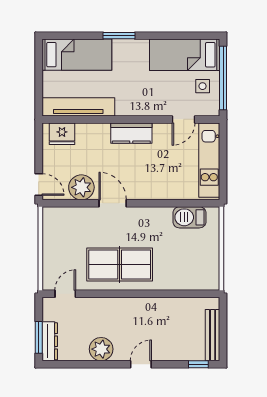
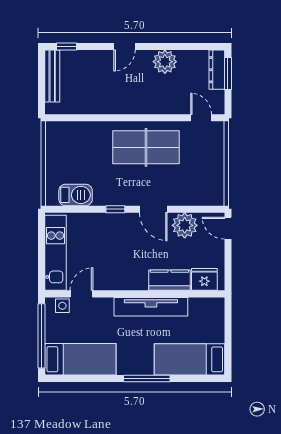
window: (119, 36) -> (147, 379), width x1.44
side table: (203, 86) -> (62, 306), moved
tv unit: (78, 107) -> (151, 307), moved
kitchen counter: (131, 133) -> (170, 280), moved
window: (150, 203) -> (115, 209), added
door: (65, 294) -> (201, 118), swing flipped

